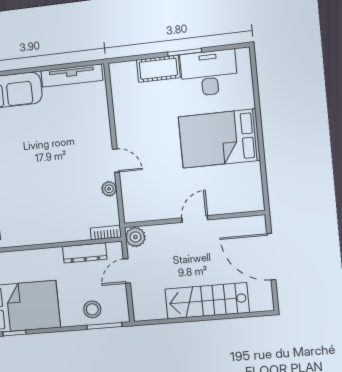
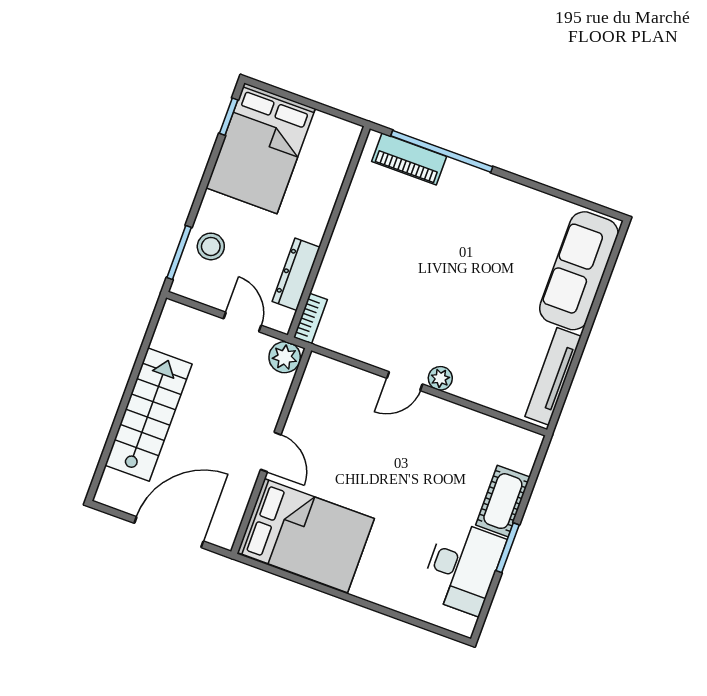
bed: (219, 139) -> (306, 536), moved, turned 90
plant: (109, 189) -> (440, 378), moved

